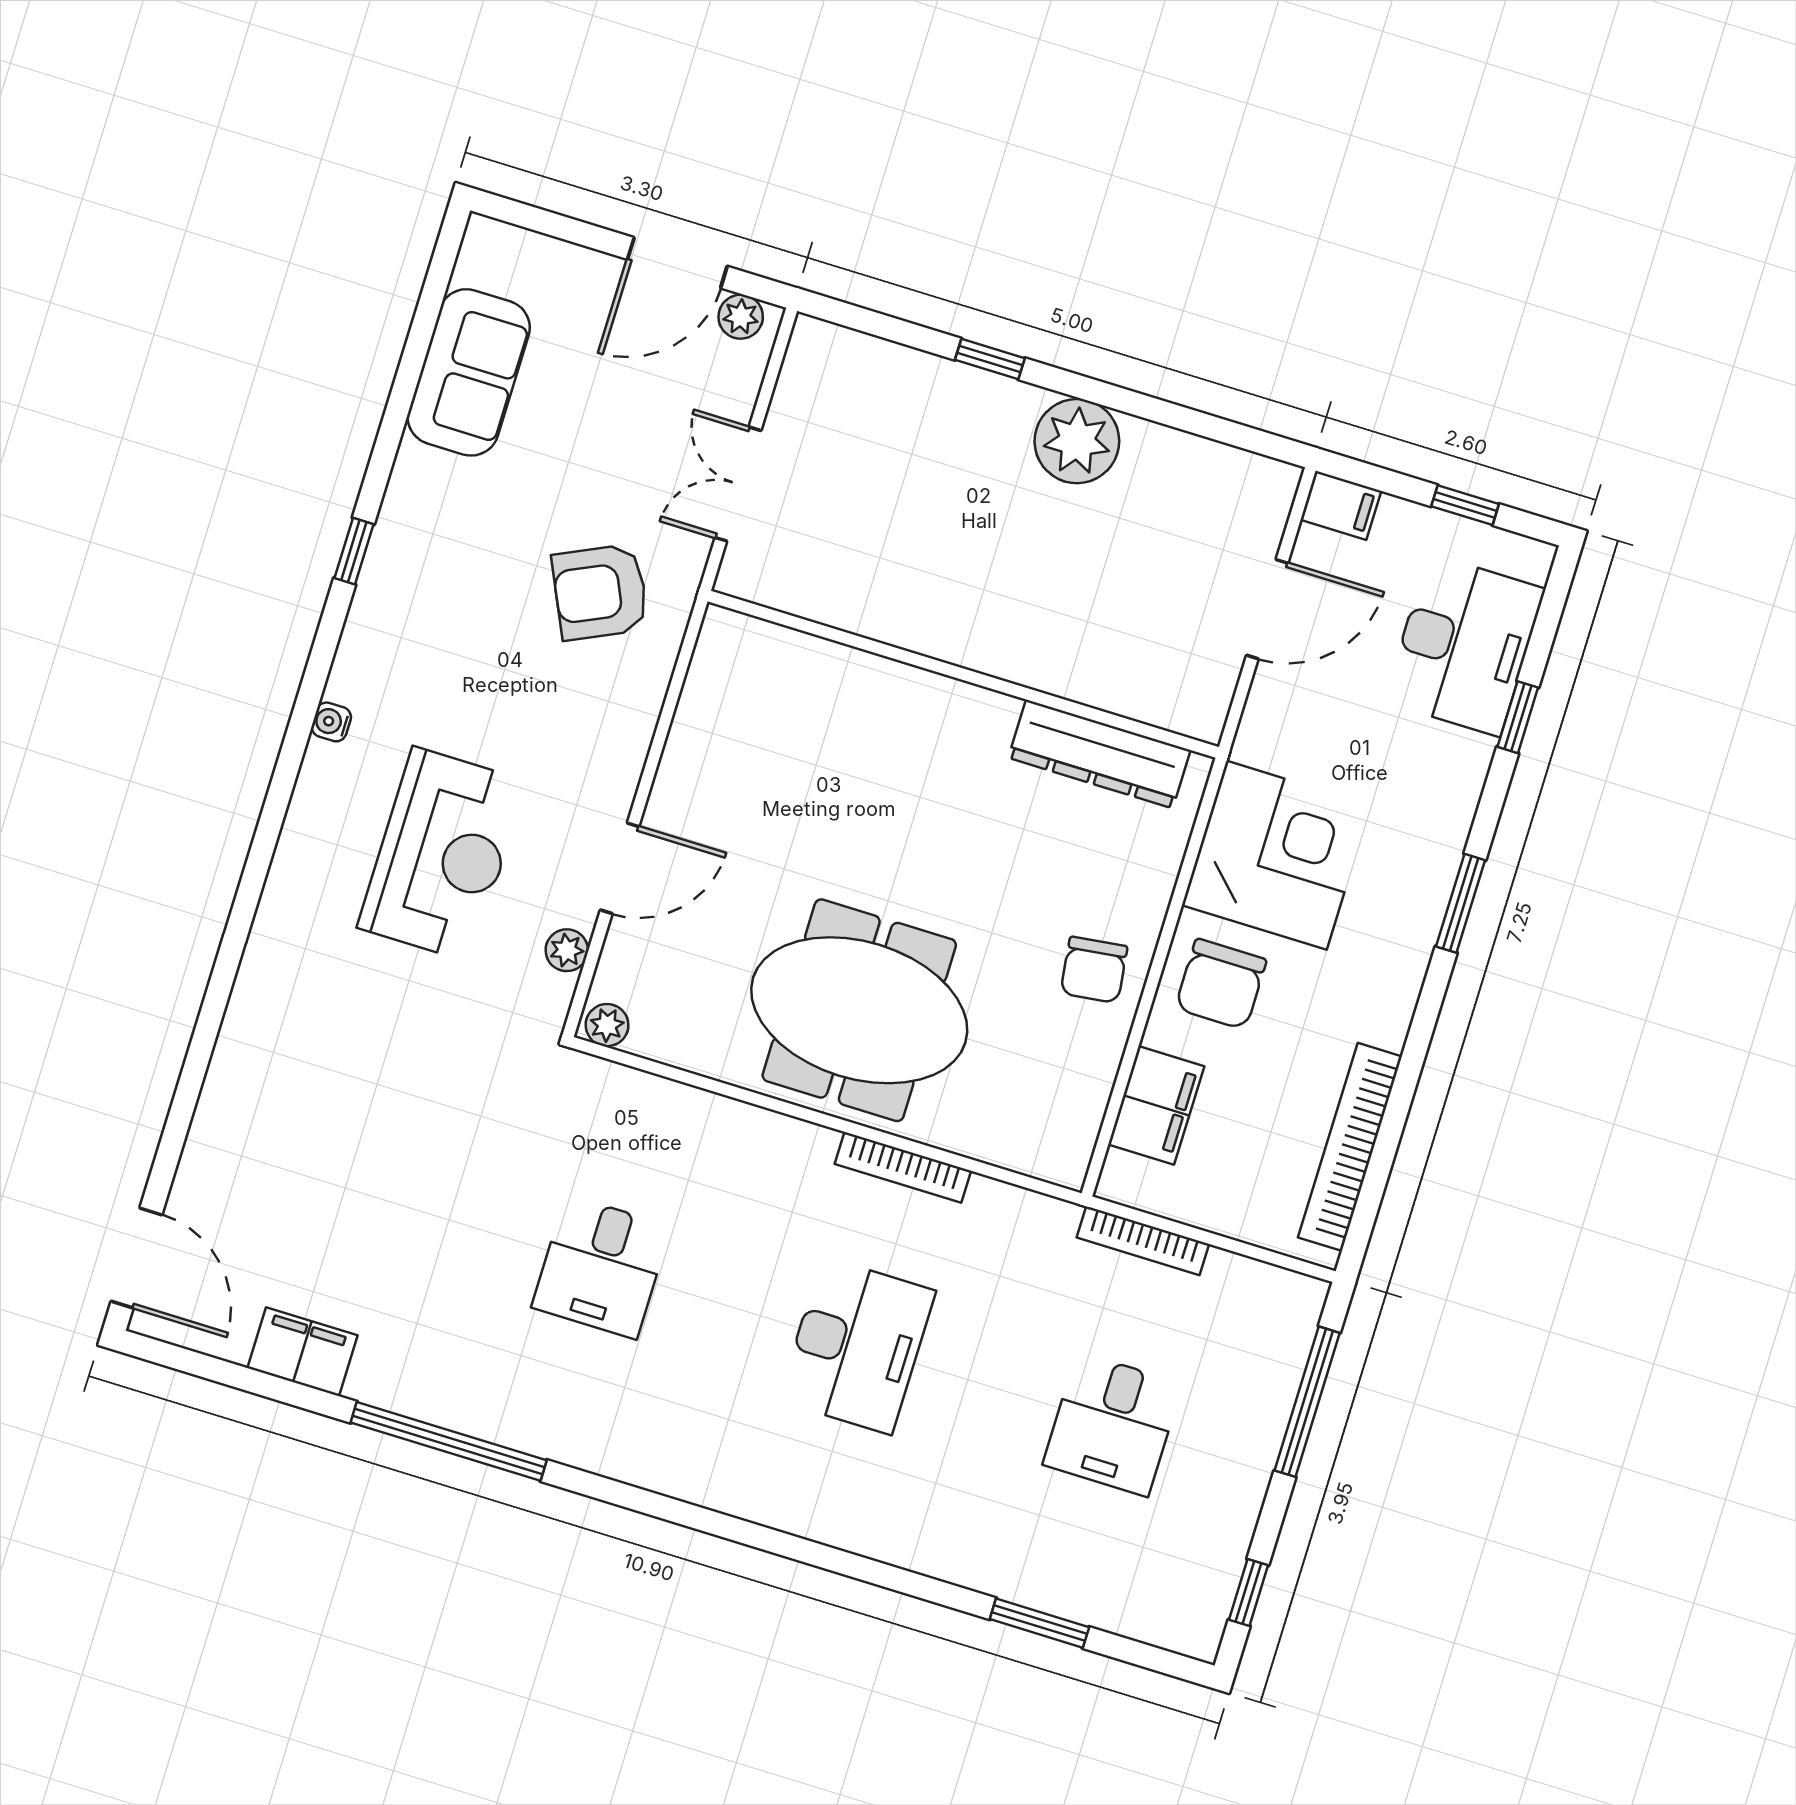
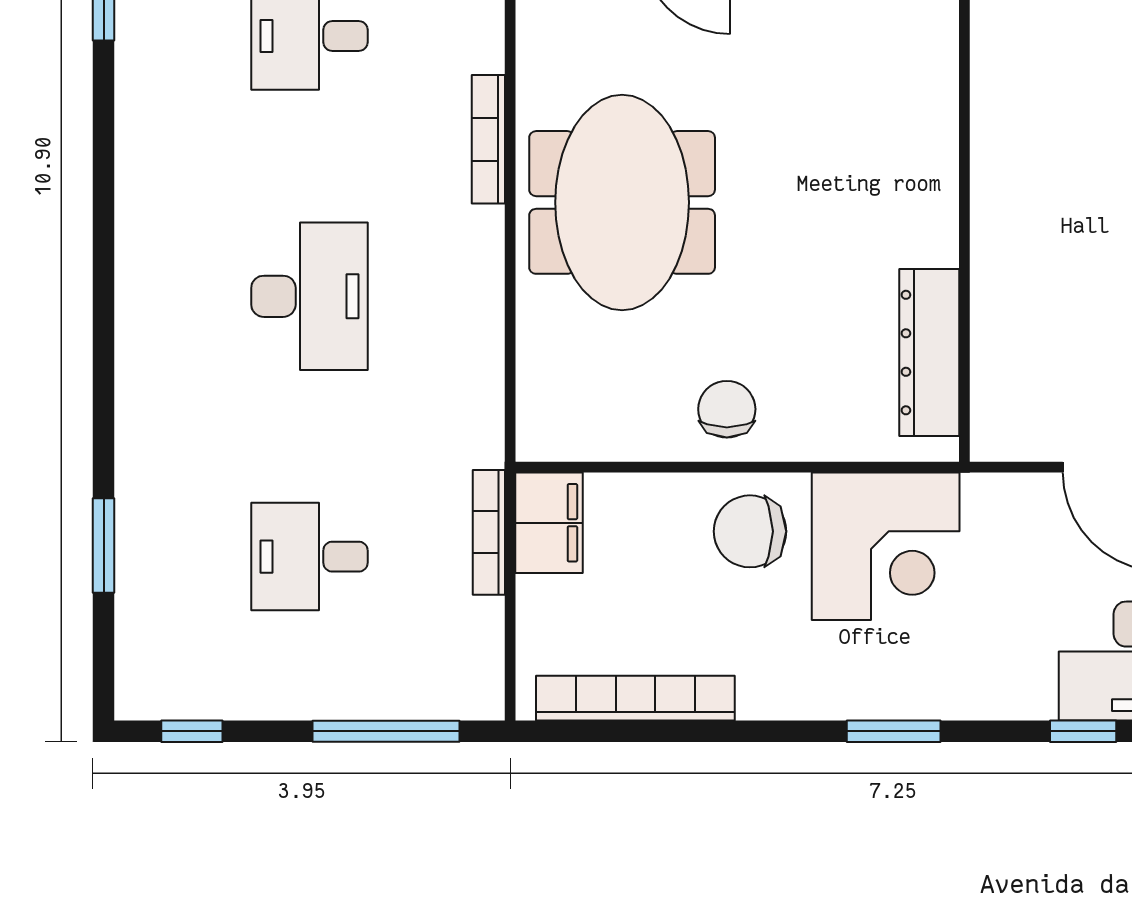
chair: (1094, 970) -> (727, 409), turned 97
filing cabinet: (1156, 1105) -> (549, 523), moved, turned -90
bookcase: (903, 1167) -> (488, 139), moved
desk: (857, 1346) -> (309, 296), turned -90

